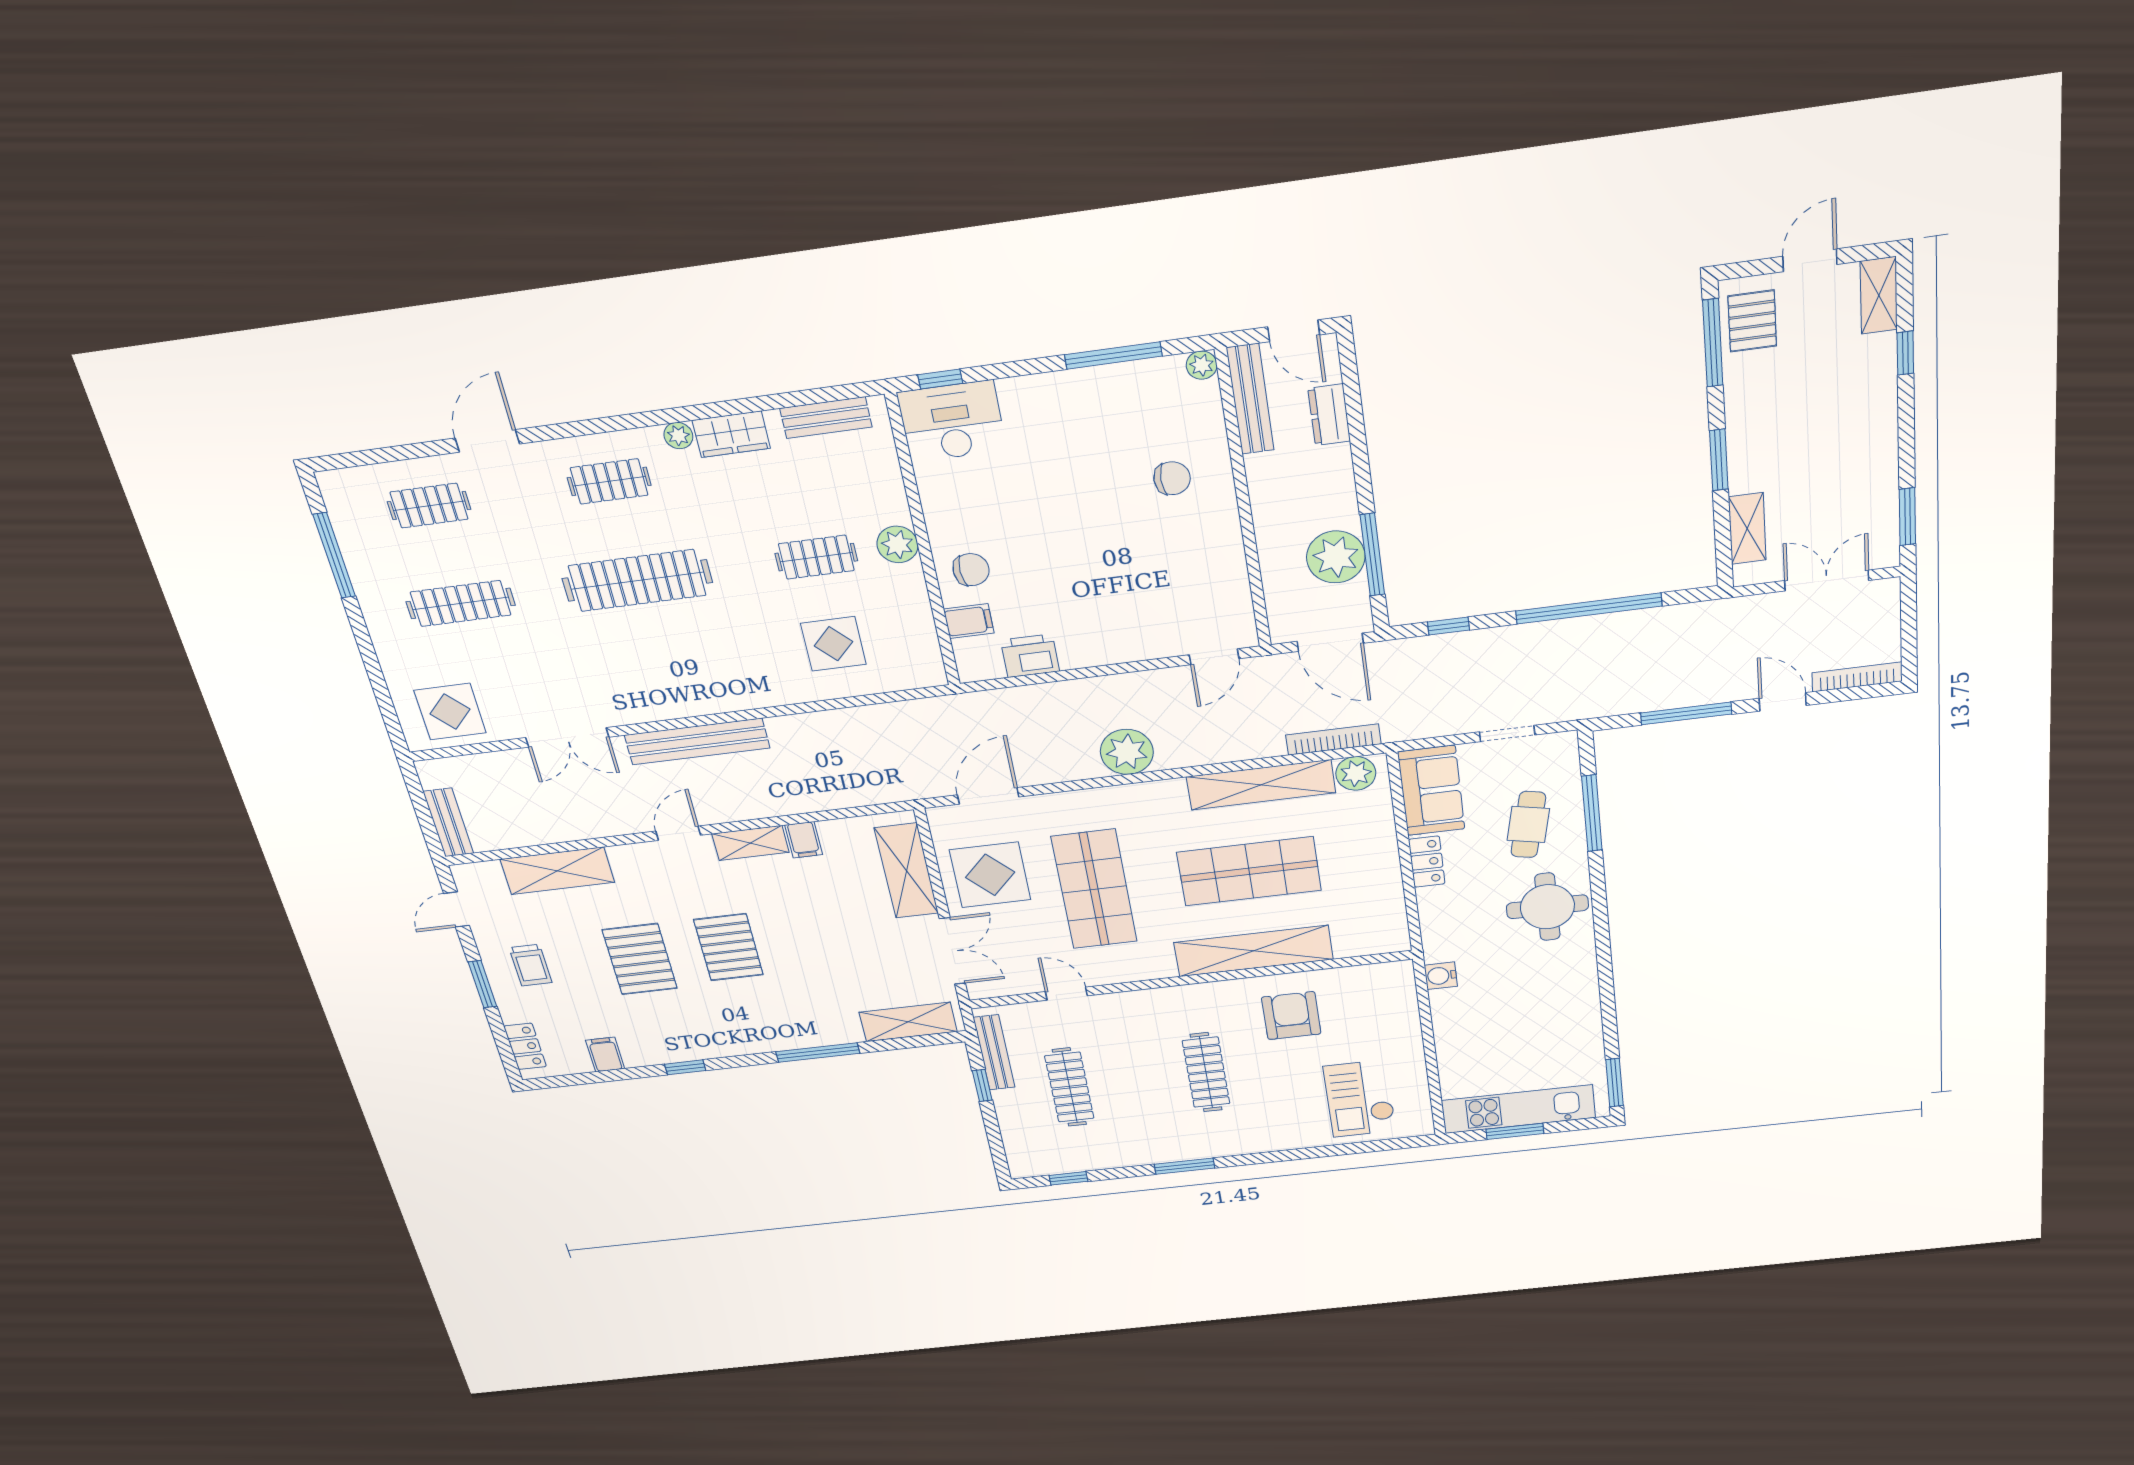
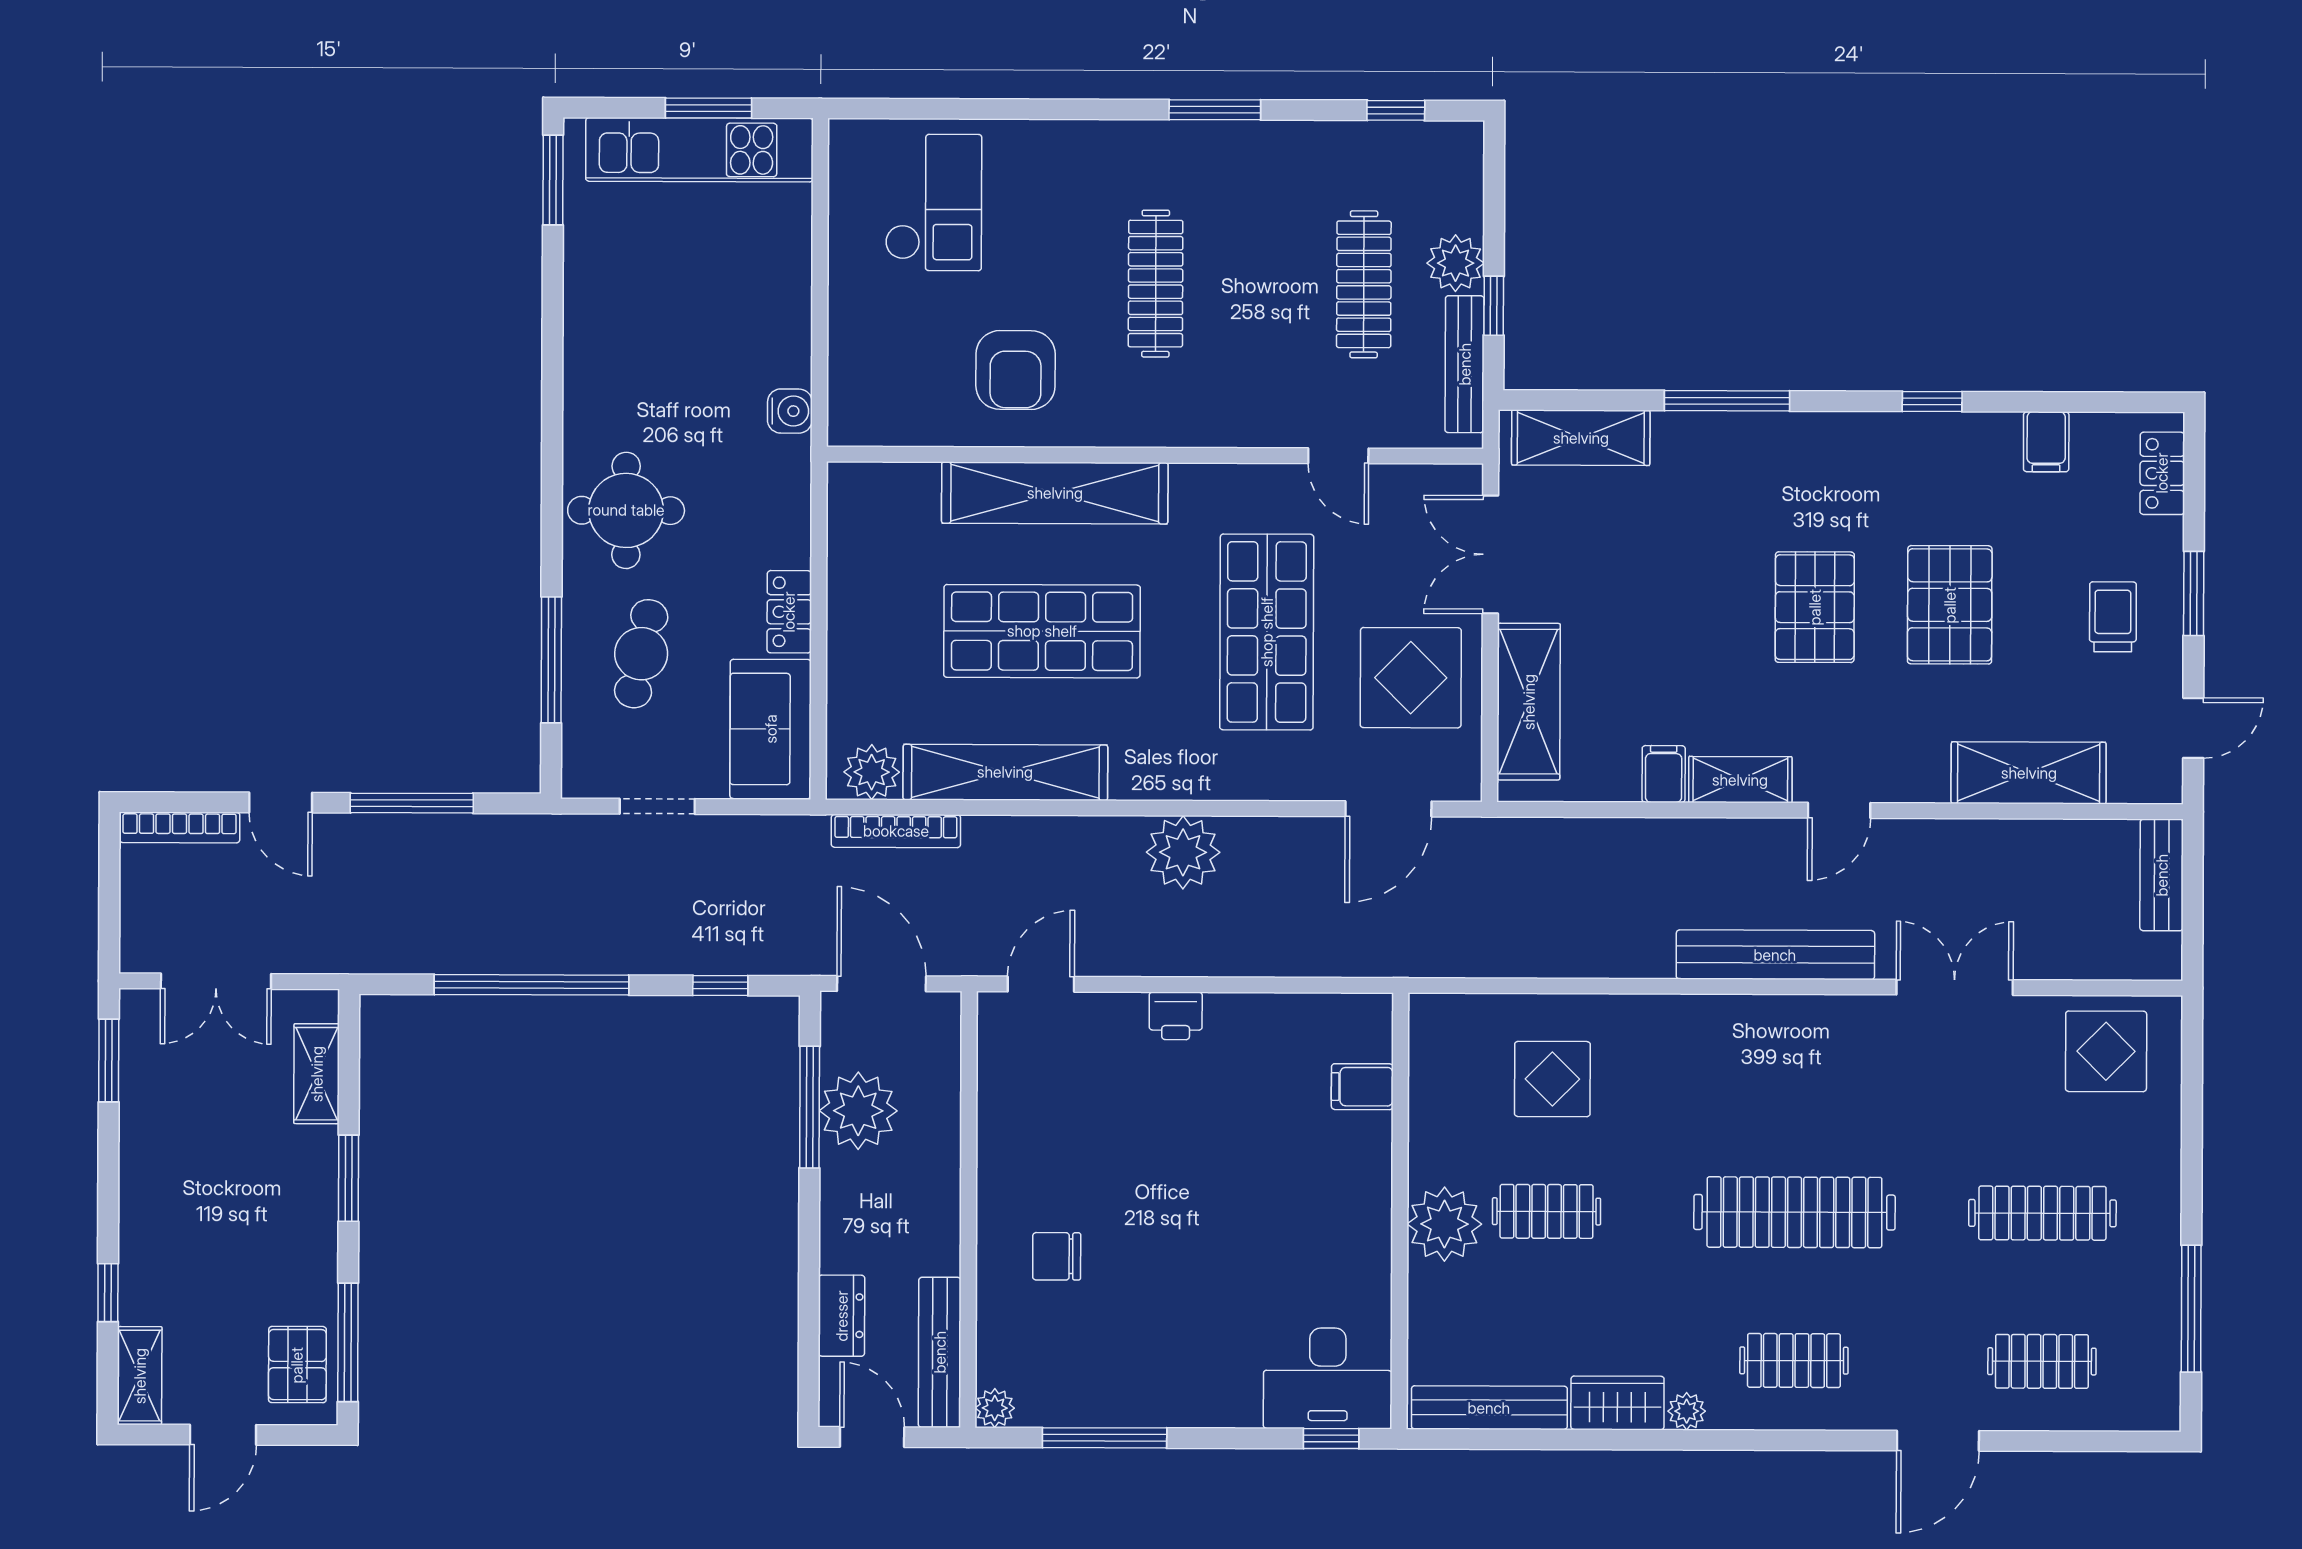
bench: (826, 418) -> (1489, 1408), width x1.36
plant: (897, 544) -> (1444, 1224), width x1.36, depth x1.36
chair: (971, 570) -> (1344, 1163), removed
printer: (1030, 656) -> (1176, 1016), moved, width x0.73, depth x0.81
plant: (1012, 1105) -> (1456, 263), added

